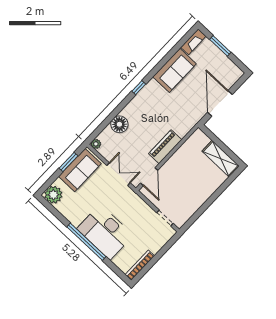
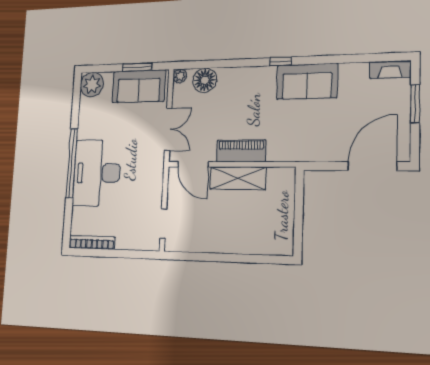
sofa: (175, 70) -> (307, 81), moved
door: (220, 103) -> (372, 166), moved
floor lamp: (119, 124) -> (205, 80), moved
shelving: (221, 159) -> (238, 178), moved, turned 90
door: (149, 177) -> (193, 164), hinge flipped

